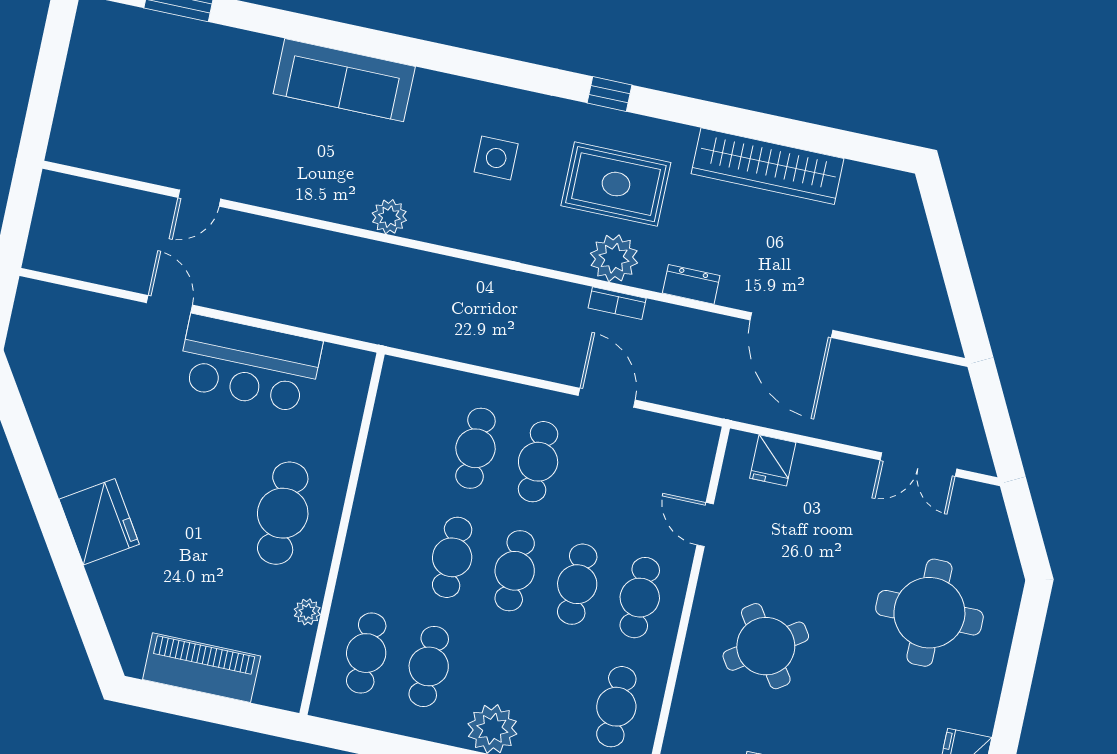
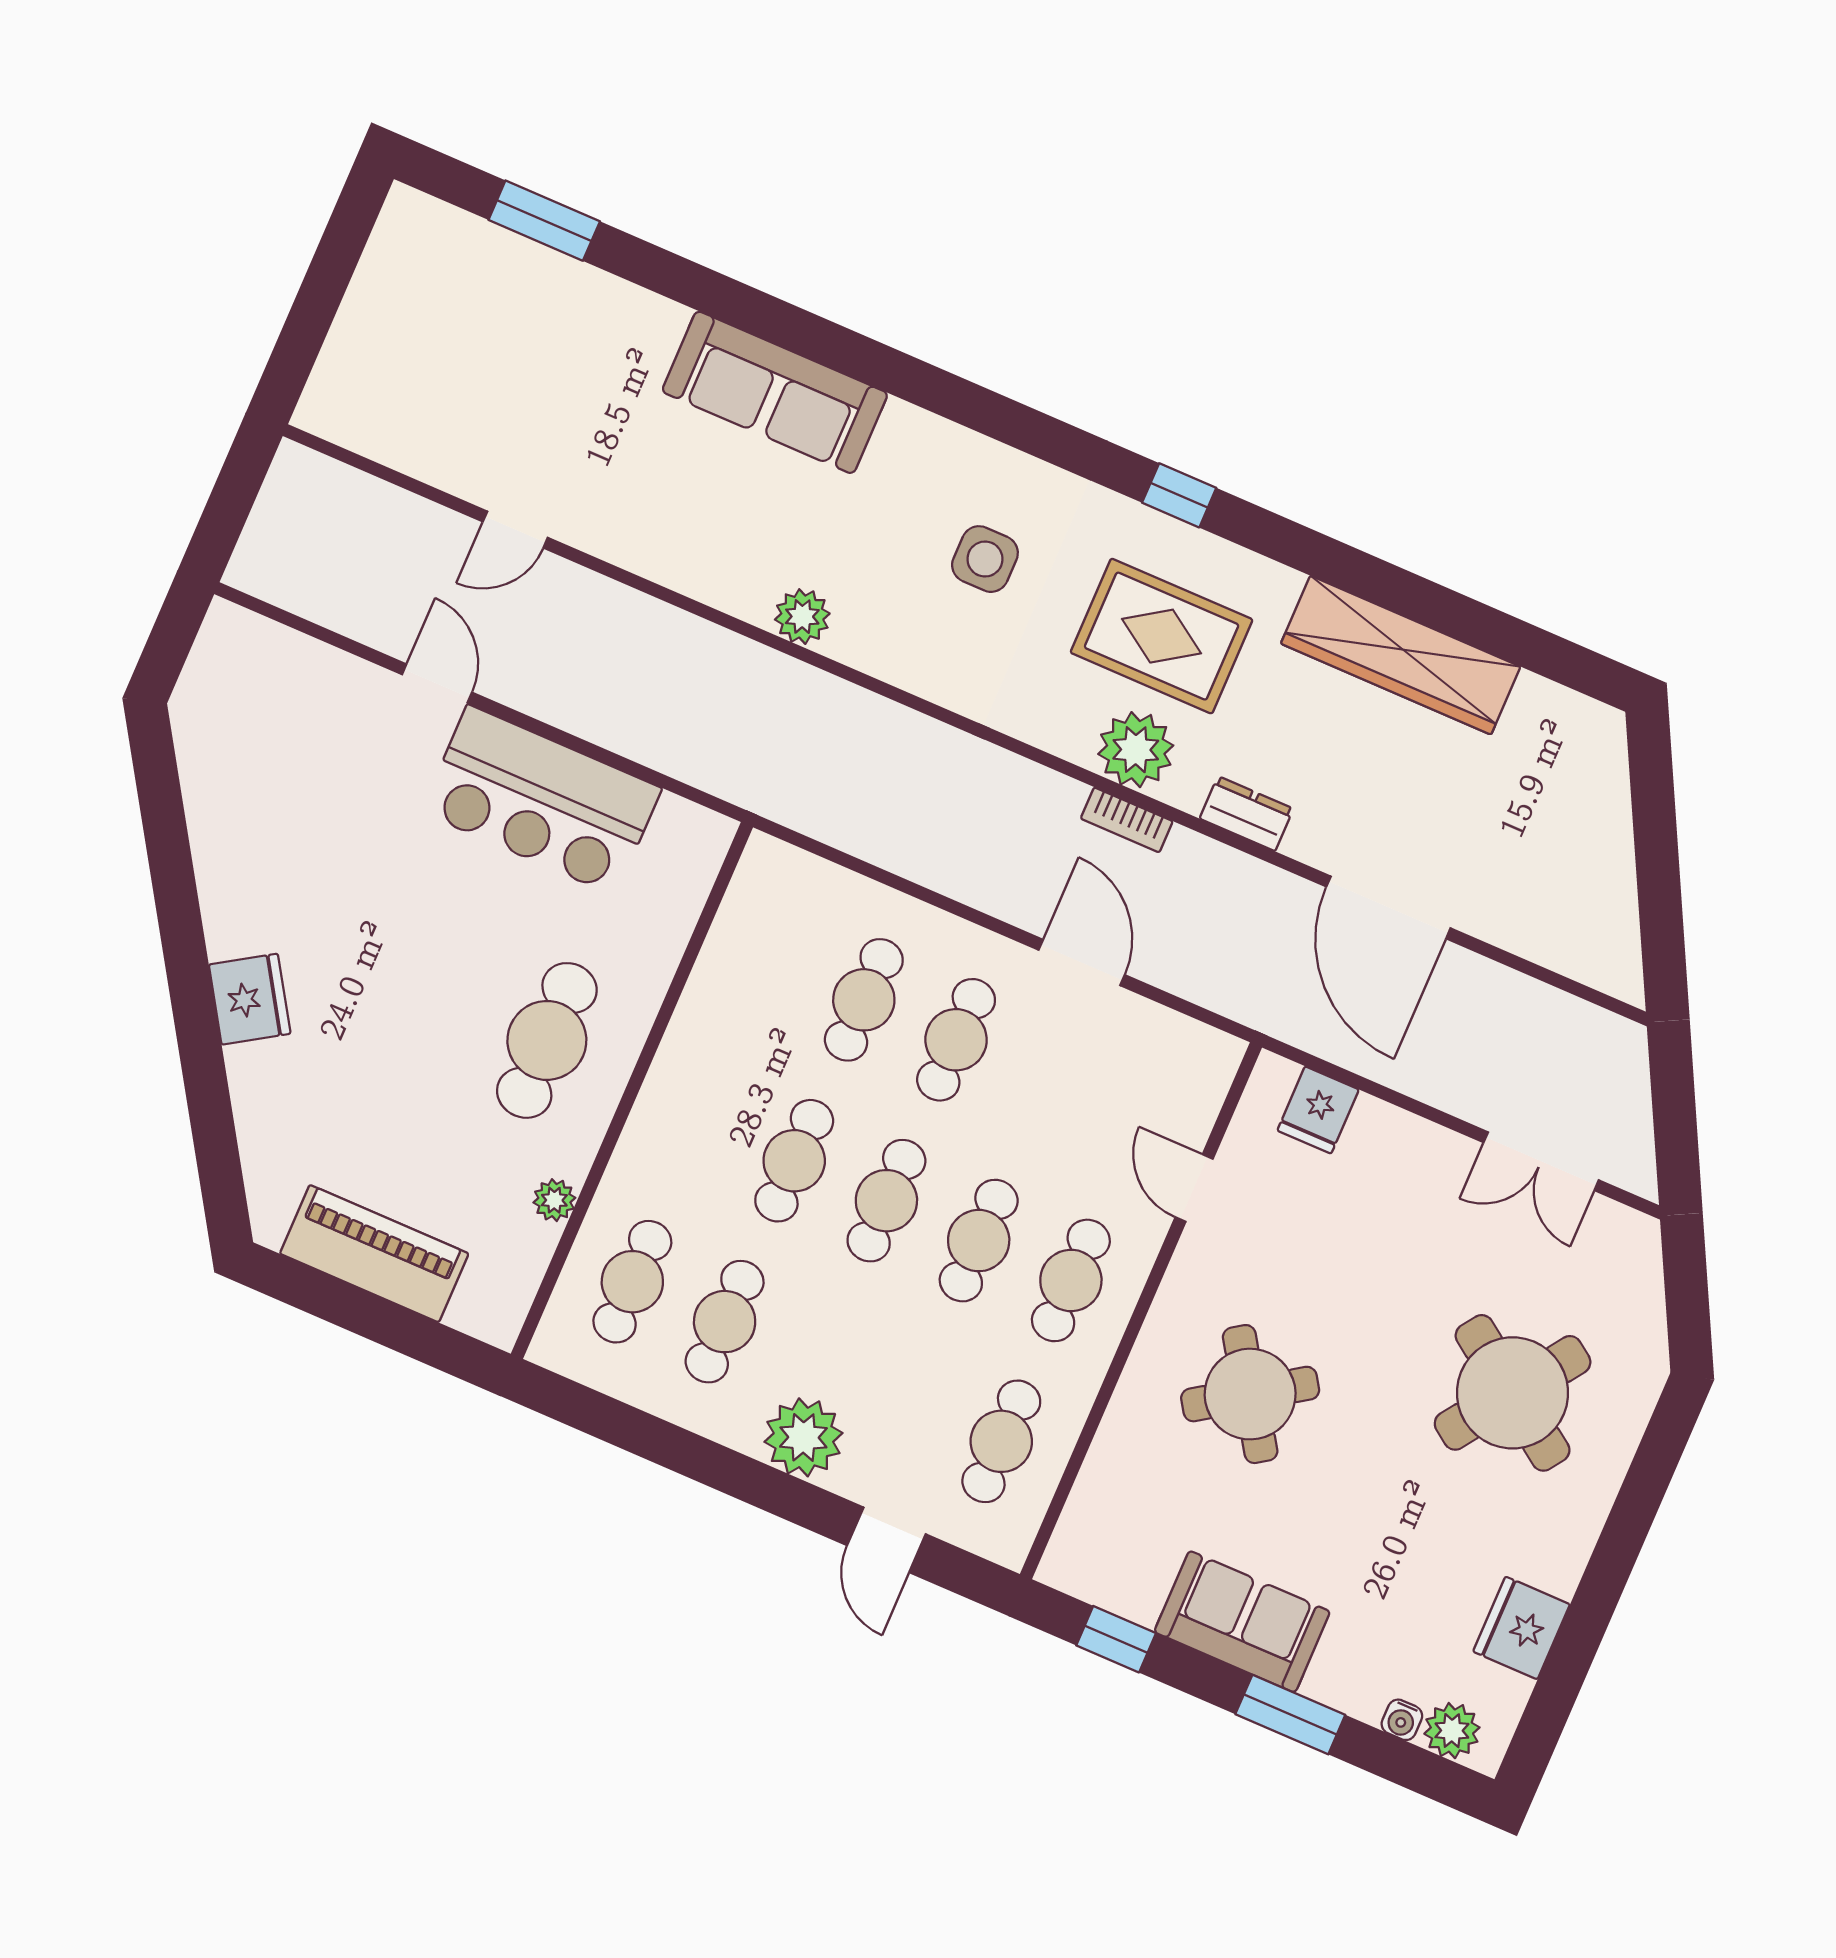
fridge: (99, 522) -> (250, 999), width x0.73, depth x0.75
round table: (929, 613) -> (1513, 1393), turned 35

